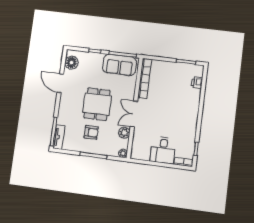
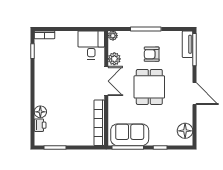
door: (60, 83) -> (194, 94), moved
floor lamp: (195, 94) -> (40, 112), added
desk: (163, 150) -> (91, 45), moved

